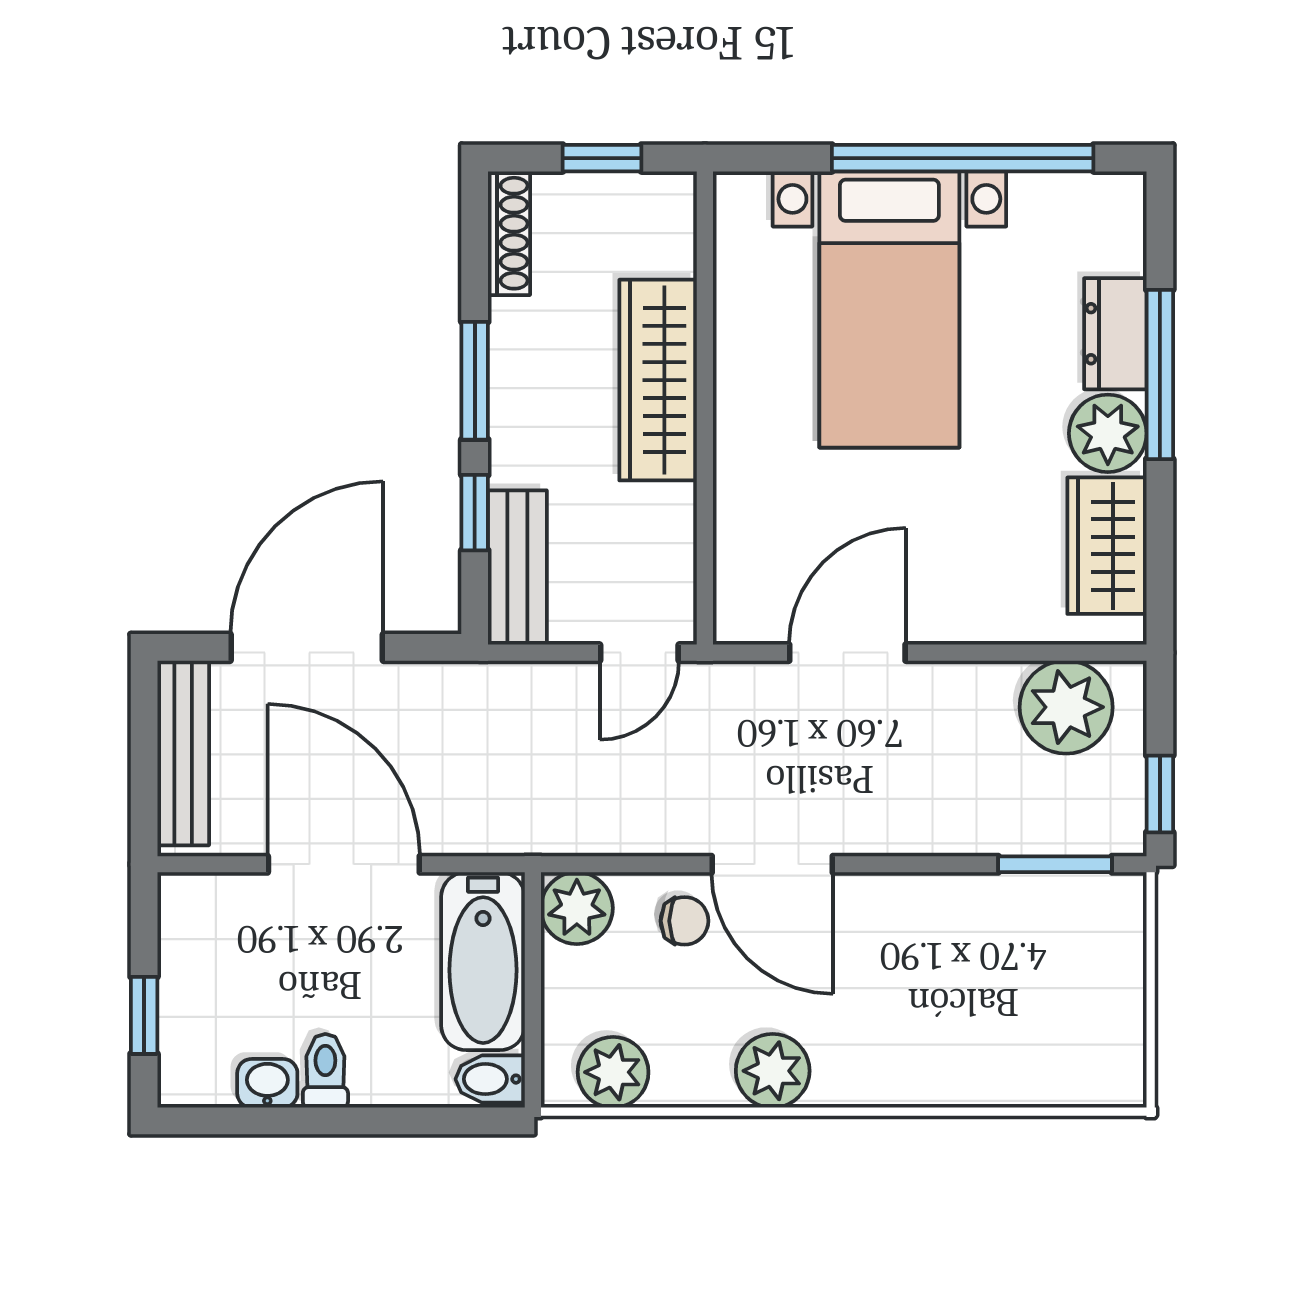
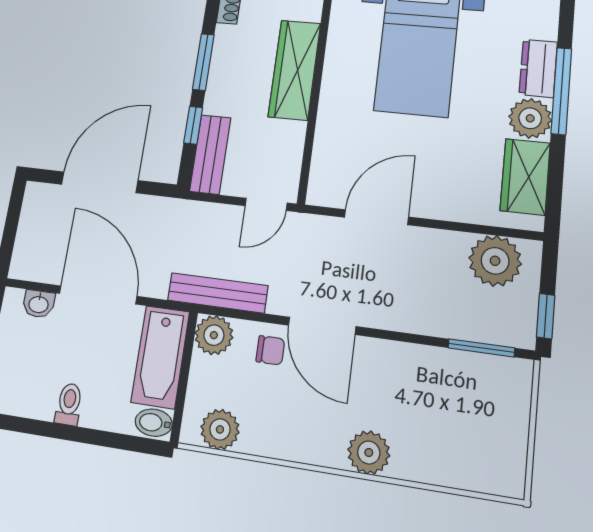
bench: (183, 753) -> (218, 293), moved, turned 90
plant: (773, 1071) -> (369, 453), moved
washbasin: (267, 1083) -> (39, 304), moved, turned 180

